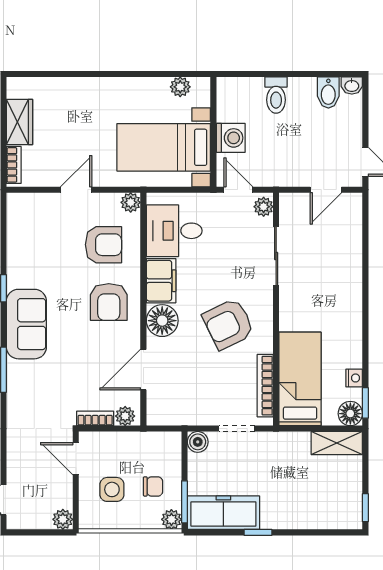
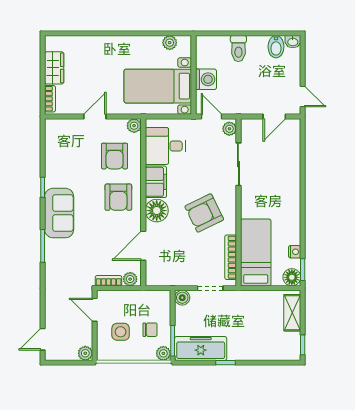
armchair: (103, 245) -> (115, 156), turned 90
shelving: (337, 443) -> (292, 313), moved, turned 90

